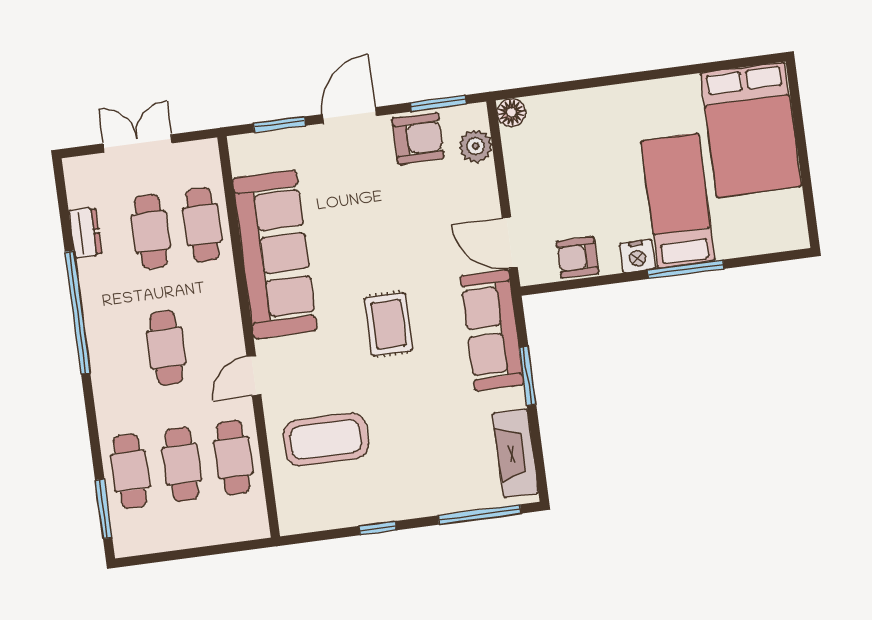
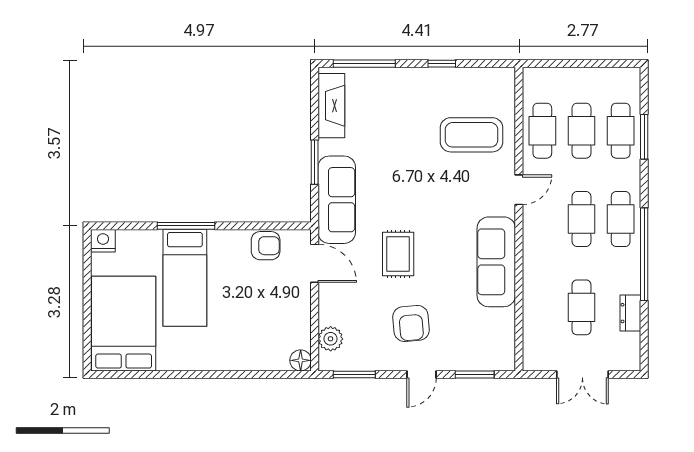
door: (350, 115) -> (421, 374), width x0.73
armchair: (418, 139) -> (411, 323), moved, turned -95
cafe table: (202, 225) -> (621, 219), moved
sofa: (275, 254) -> (496, 262), width x0.74, depth x0.79
nightstand: (637, 256) -> (103, 241), moved
rug: (389, 324) -> (398, 254), moved
window: (104, 509) -> (644, 137), moved

